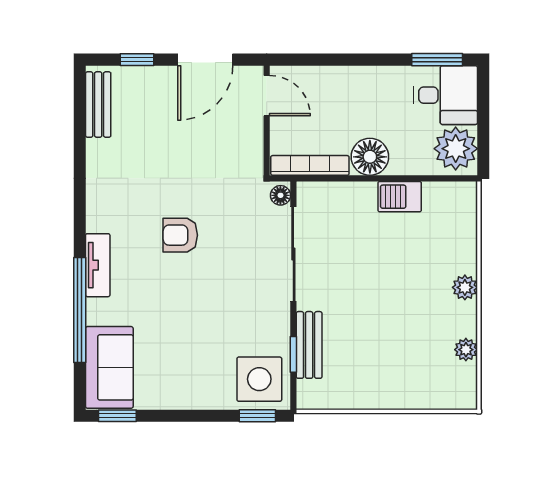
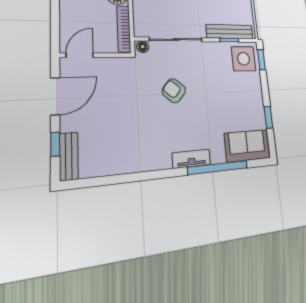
door: (205, 60) -> (55, 96), hinge flipped
bench: (98, 105) -> (69, 156), moved, turned 90
armchair: (180, 235) -> (174, 91), moved, turned 130
bench: (309, 345) -> (230, 32), width x1.36
window: (117, 416) -> (268, 117), moved

